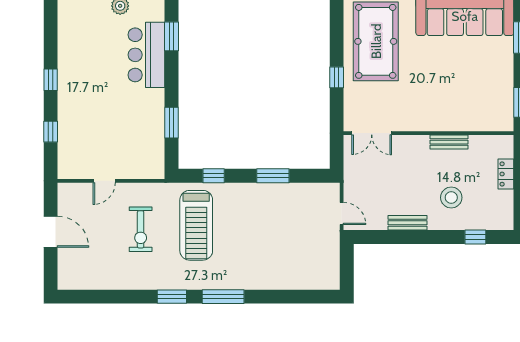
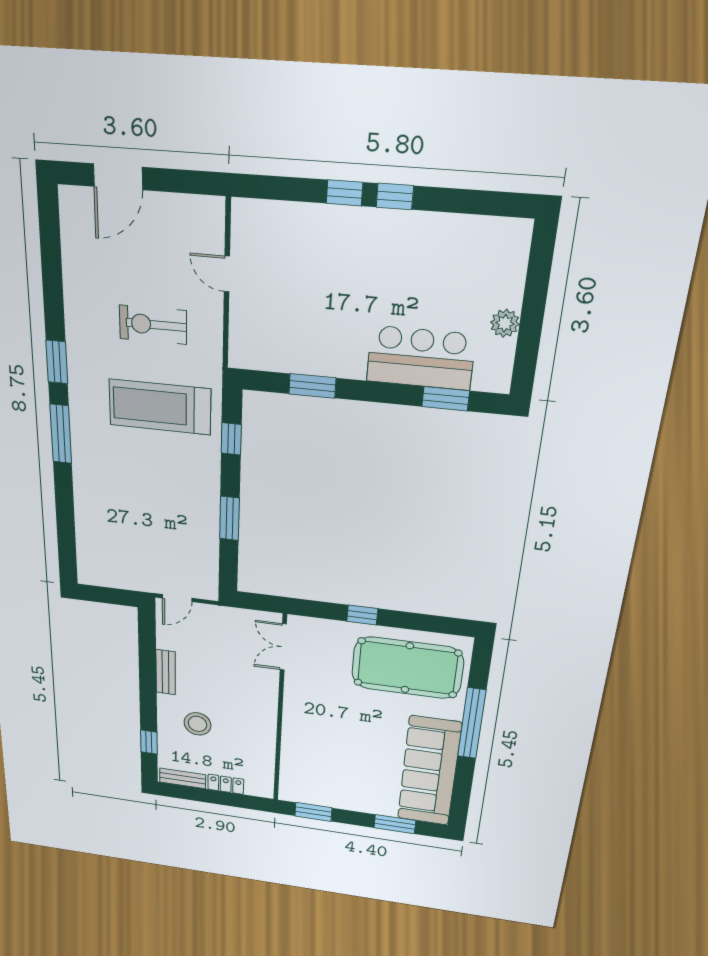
window: (51, 132) -> (345, 193), moved
bench: (449, 142) -> (183, 778), moved, turned 90
door: (51, 232) -> (118, 177), moved

